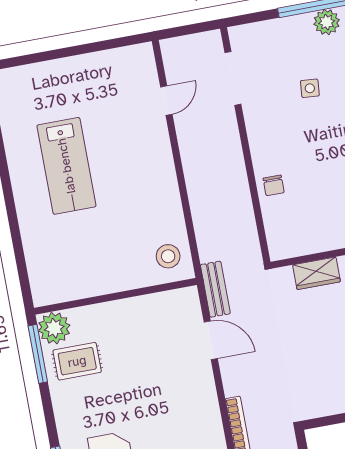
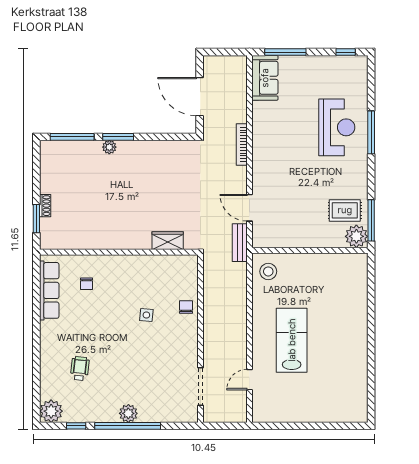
side table: (310, 88) -> (146, 315), moved
lab bench: (66, 166) -> (292, 340), moved

